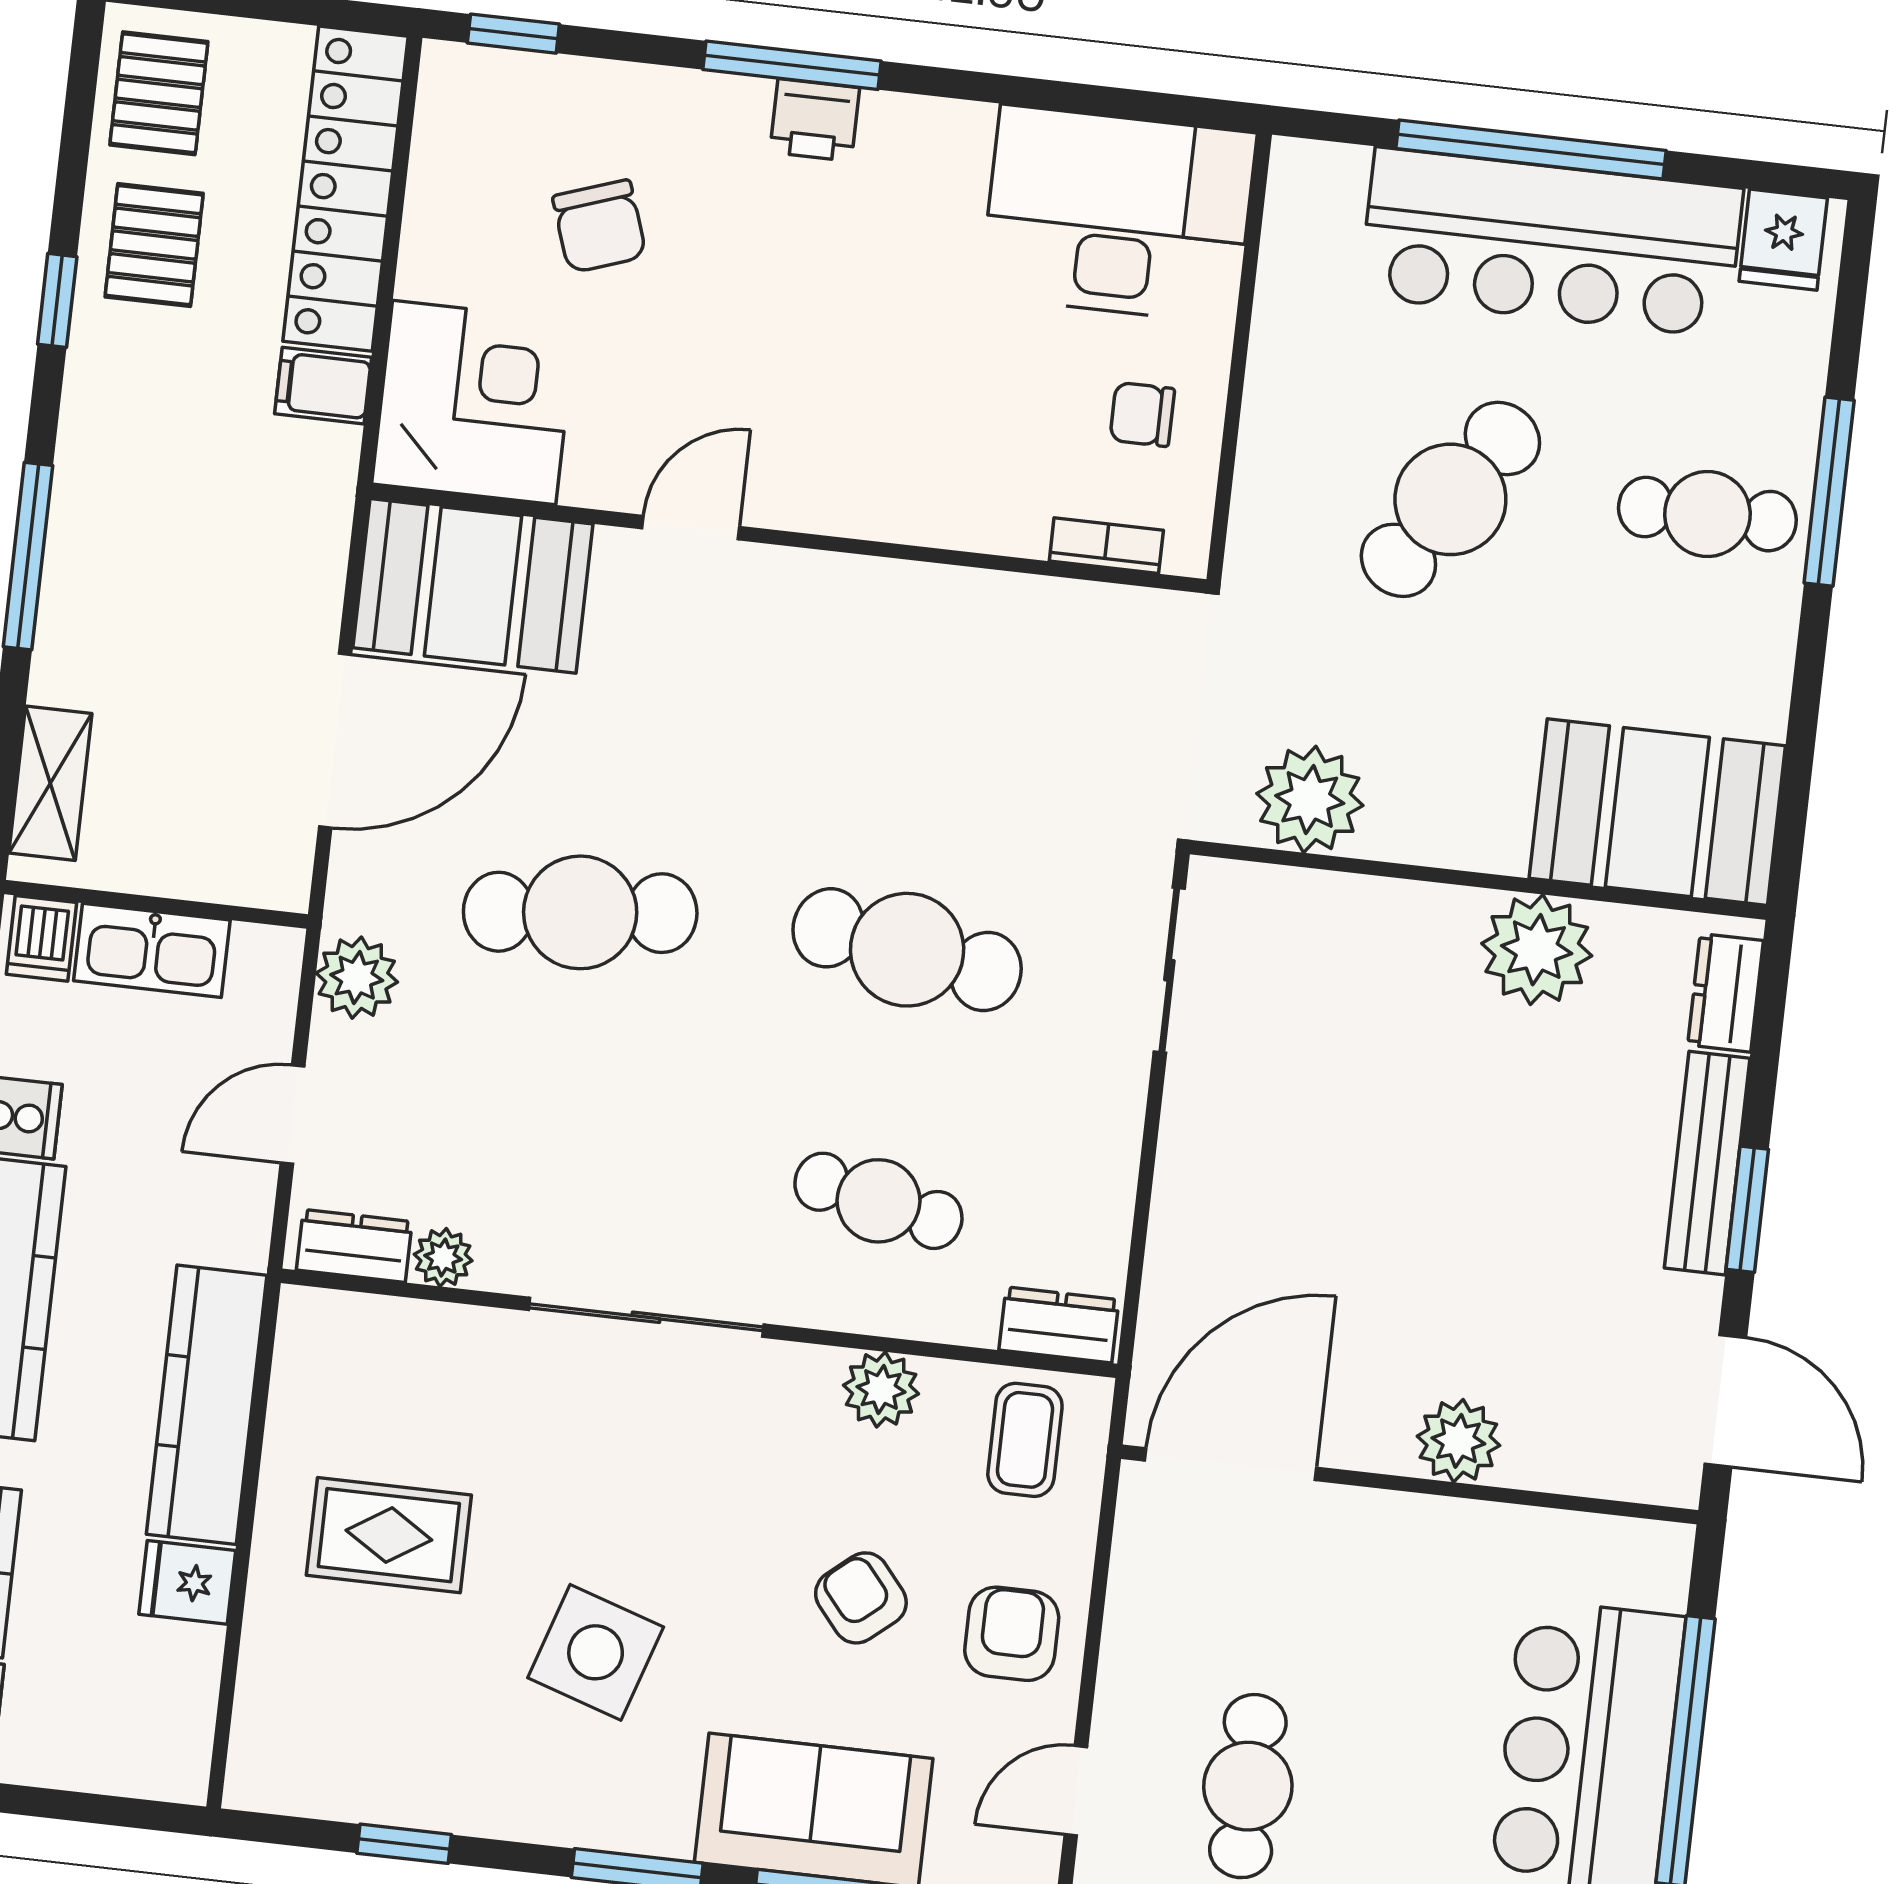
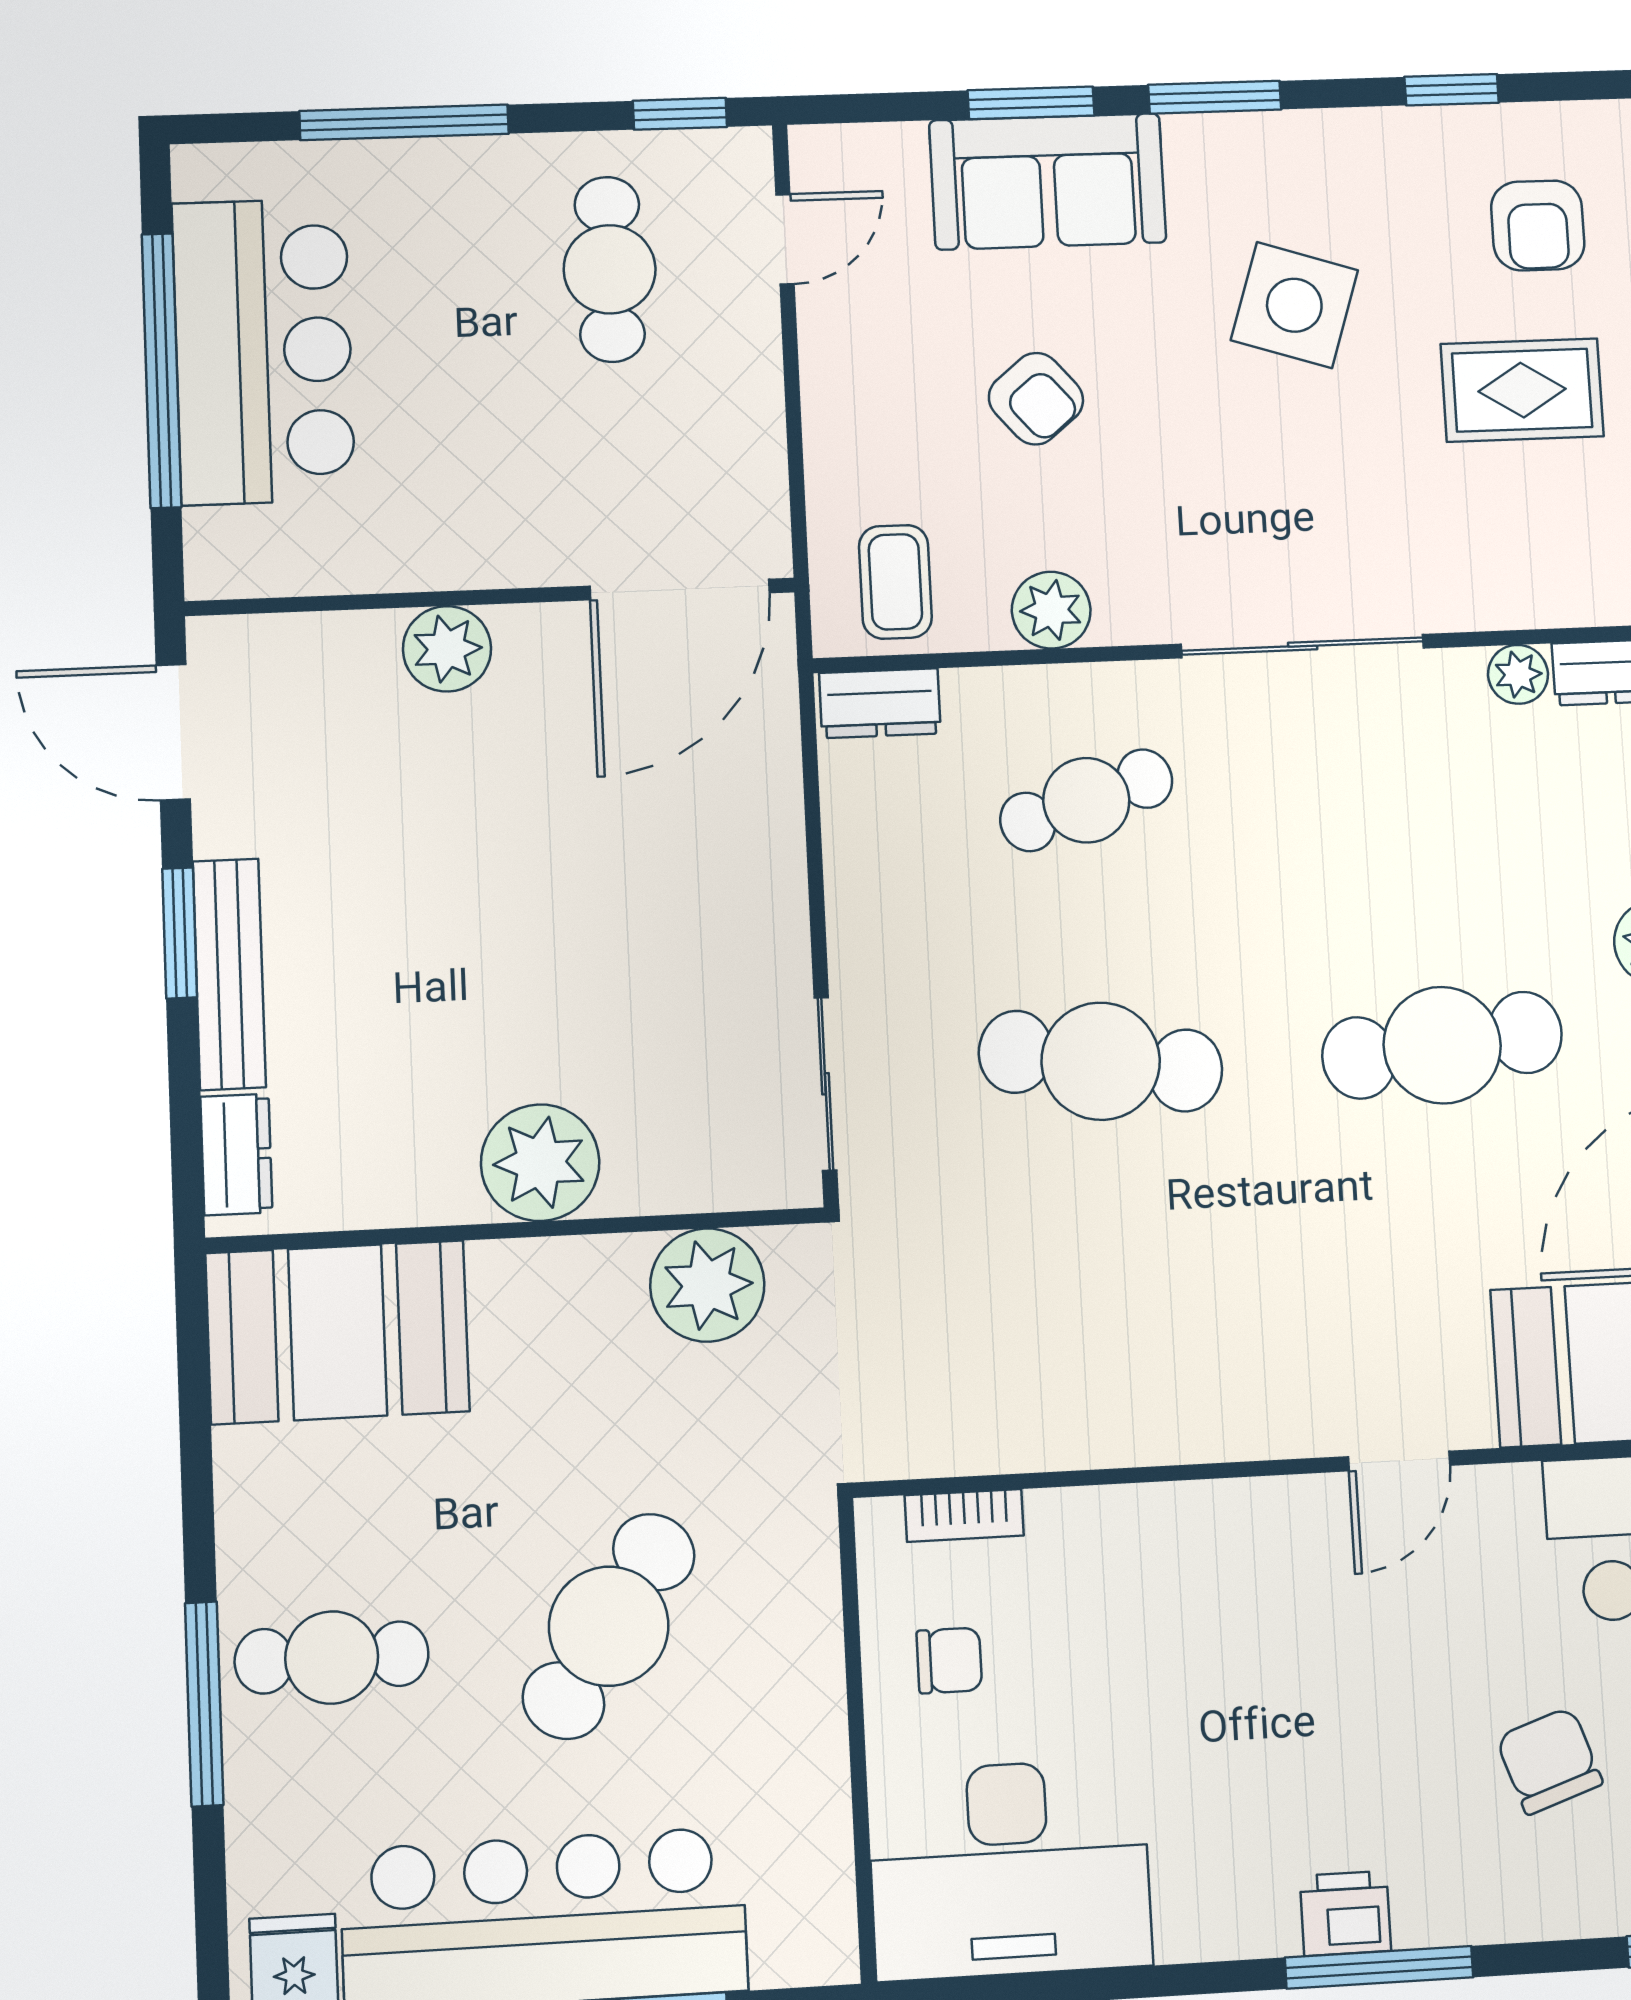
plant: (1537, 950) -> (540, 1163), moved
cafe table: (878, 1201) -> (1086, 800), turned -30
armchair: (1012, 1634) -> (1538, 225), moved

